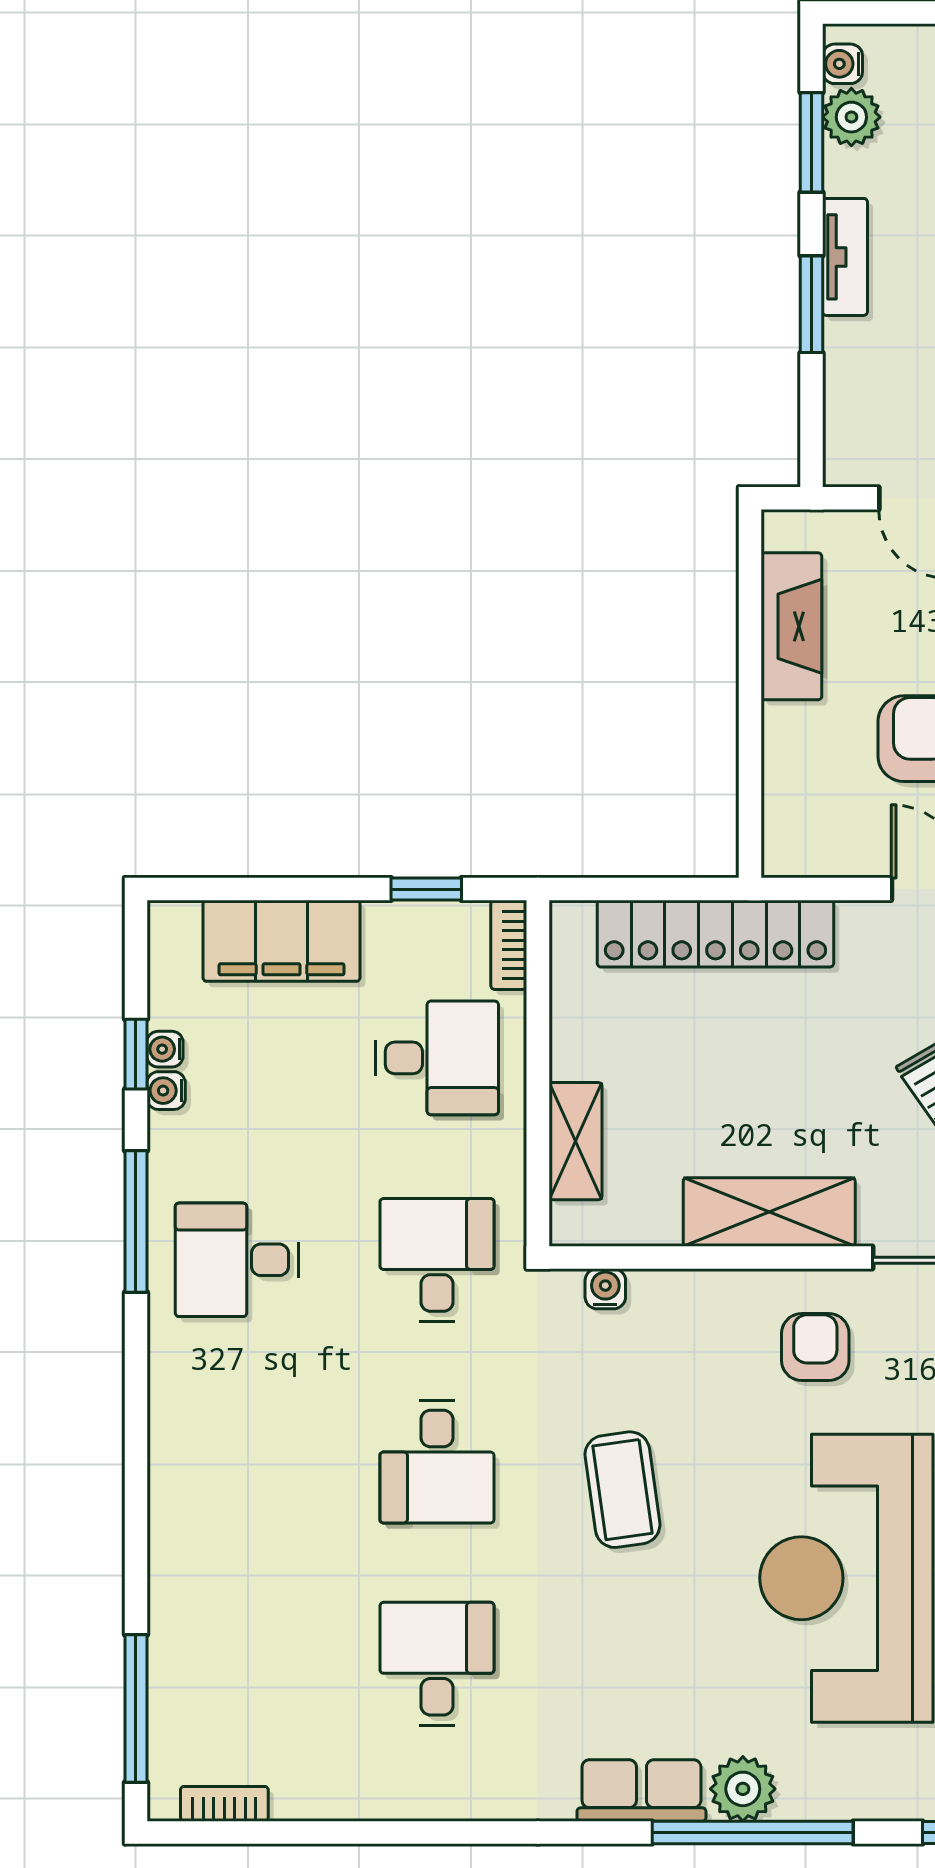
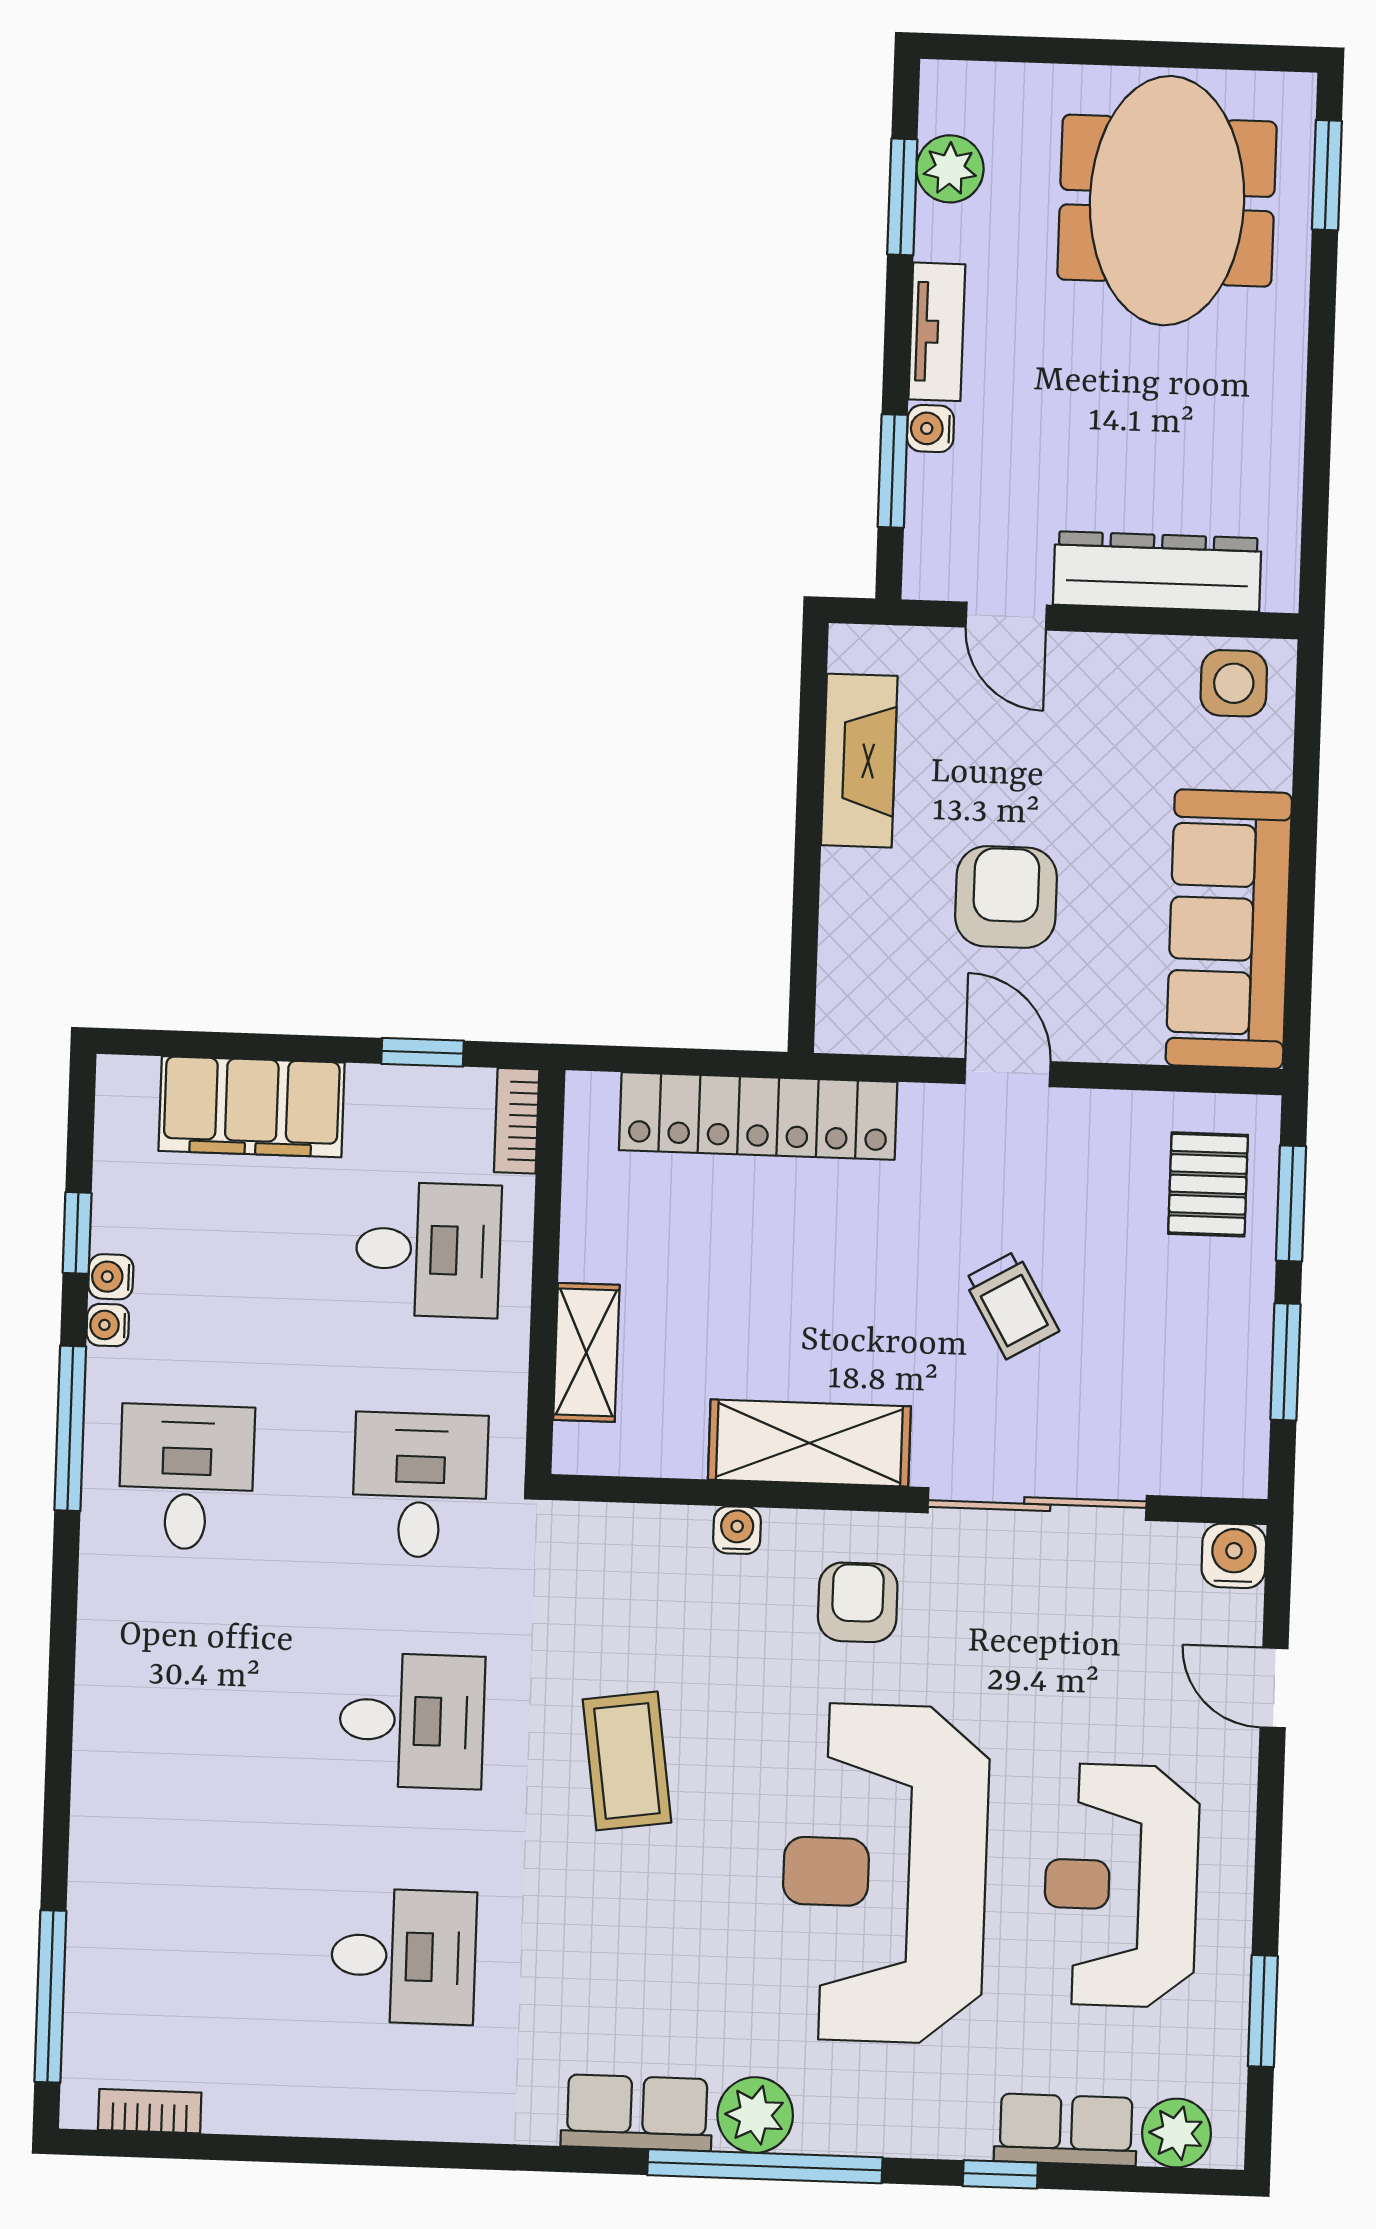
water cooler: (842, 64) -> (930, 429), moved
window: (811, 304) -> (893, 471), moved
water cooler: (165, 1049) -> (108, 1325), moved
desk: (237, 1260) -> (186, 1477), turned 90
water cooler: (605, 1289) -> (737, 1530), moved
desk: (437, 1462) -> (412, 1721), turned -90
desk: (437, 1664) -> (403, 1956), turned 90

